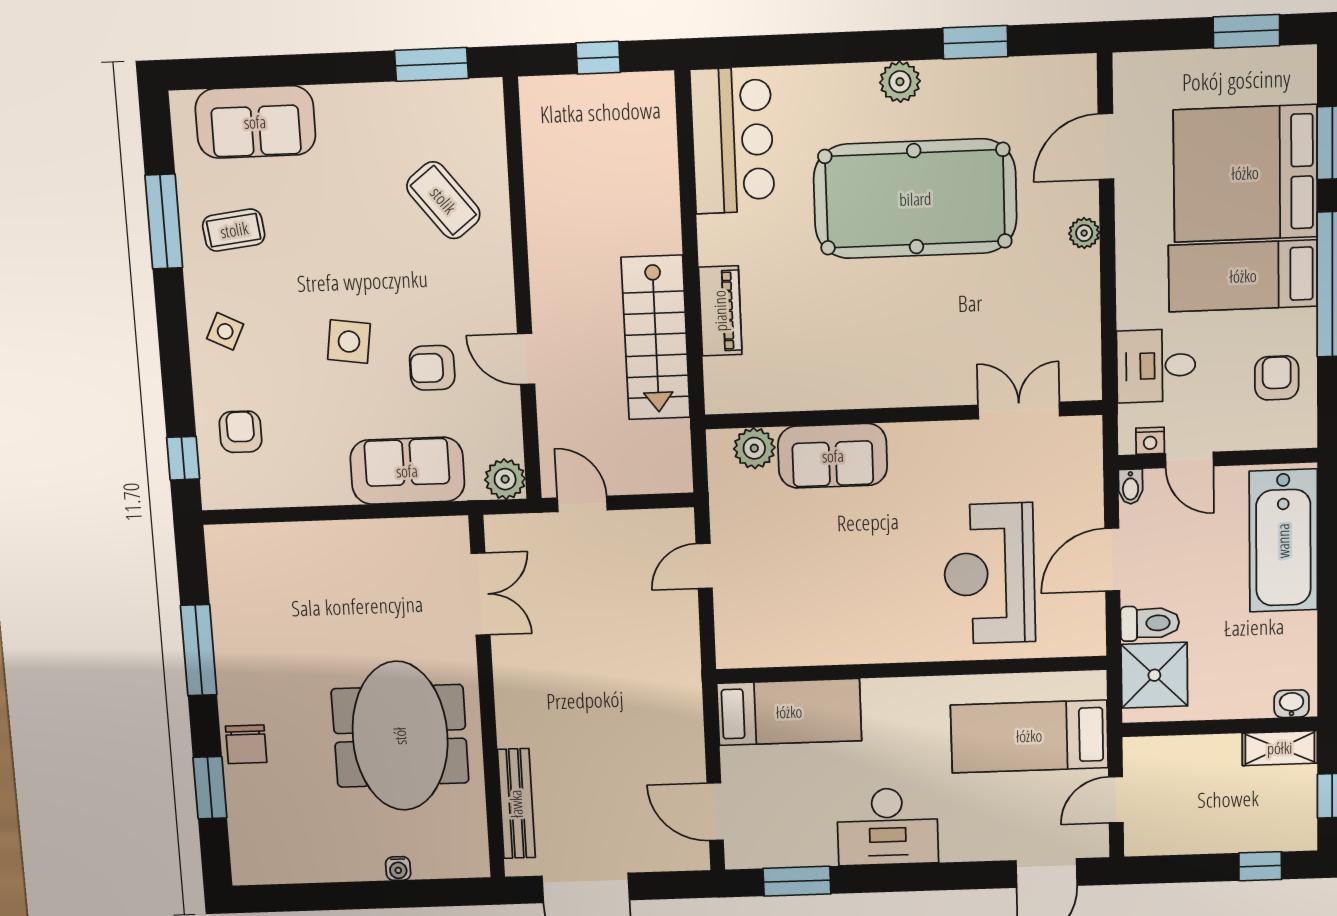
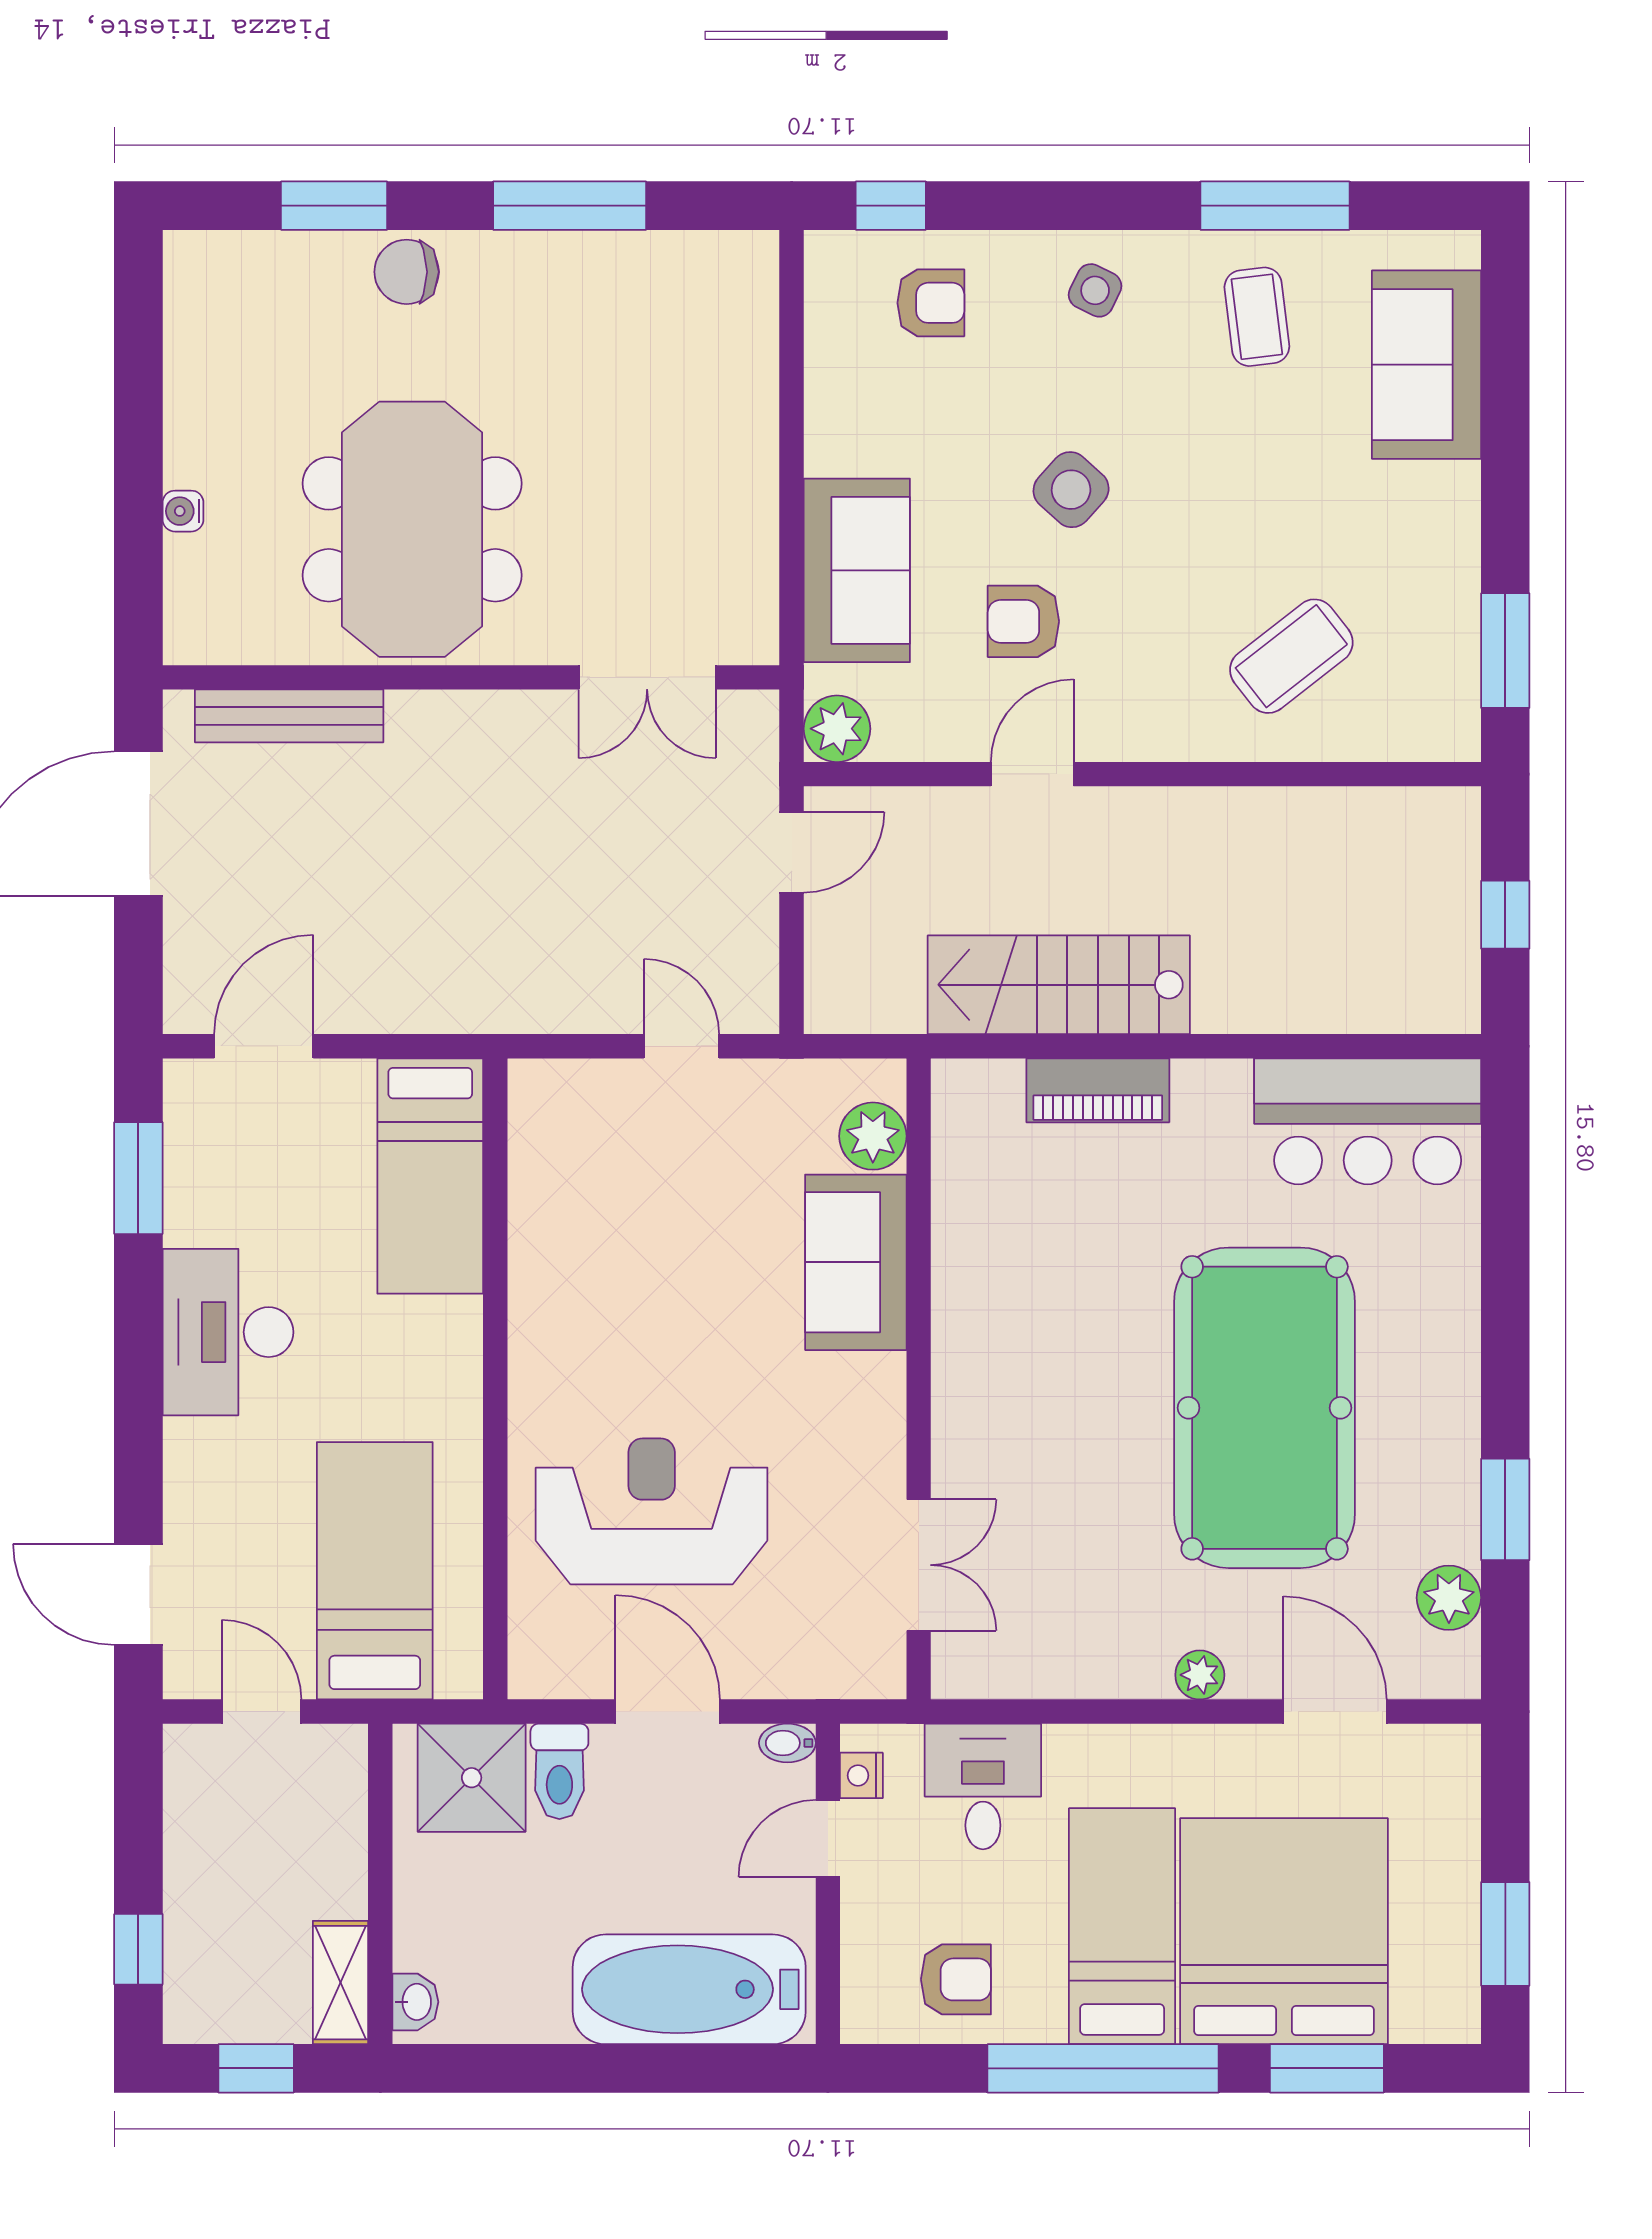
plant: (900, 82) -> (1449, 1598), moved
side table: (349, 342) -> (1071, 490), turned 34
armchair: (432, 368) -> (1023, 621), turned -90
meeting table: (400, 736) -> (412, 529), turned 90

